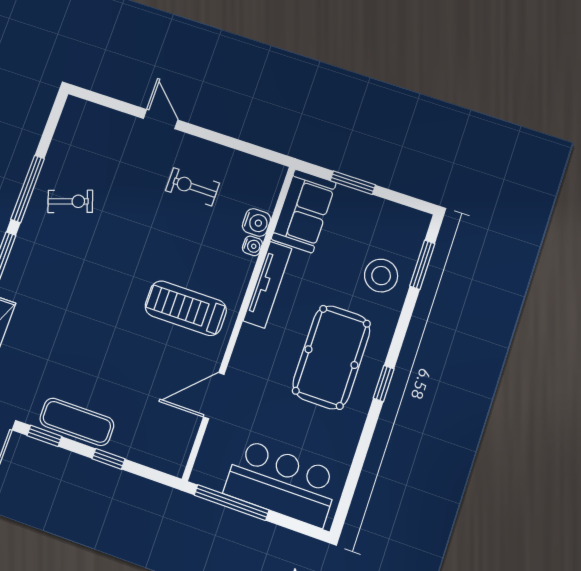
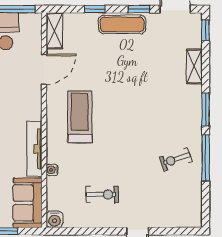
water cooler: (256, 222) -> (54, 219), moved, turned -90
treadmill: (186, 308) -> (80, 117), turned -90
shelving: (179, 447) -> (54, 31), added

